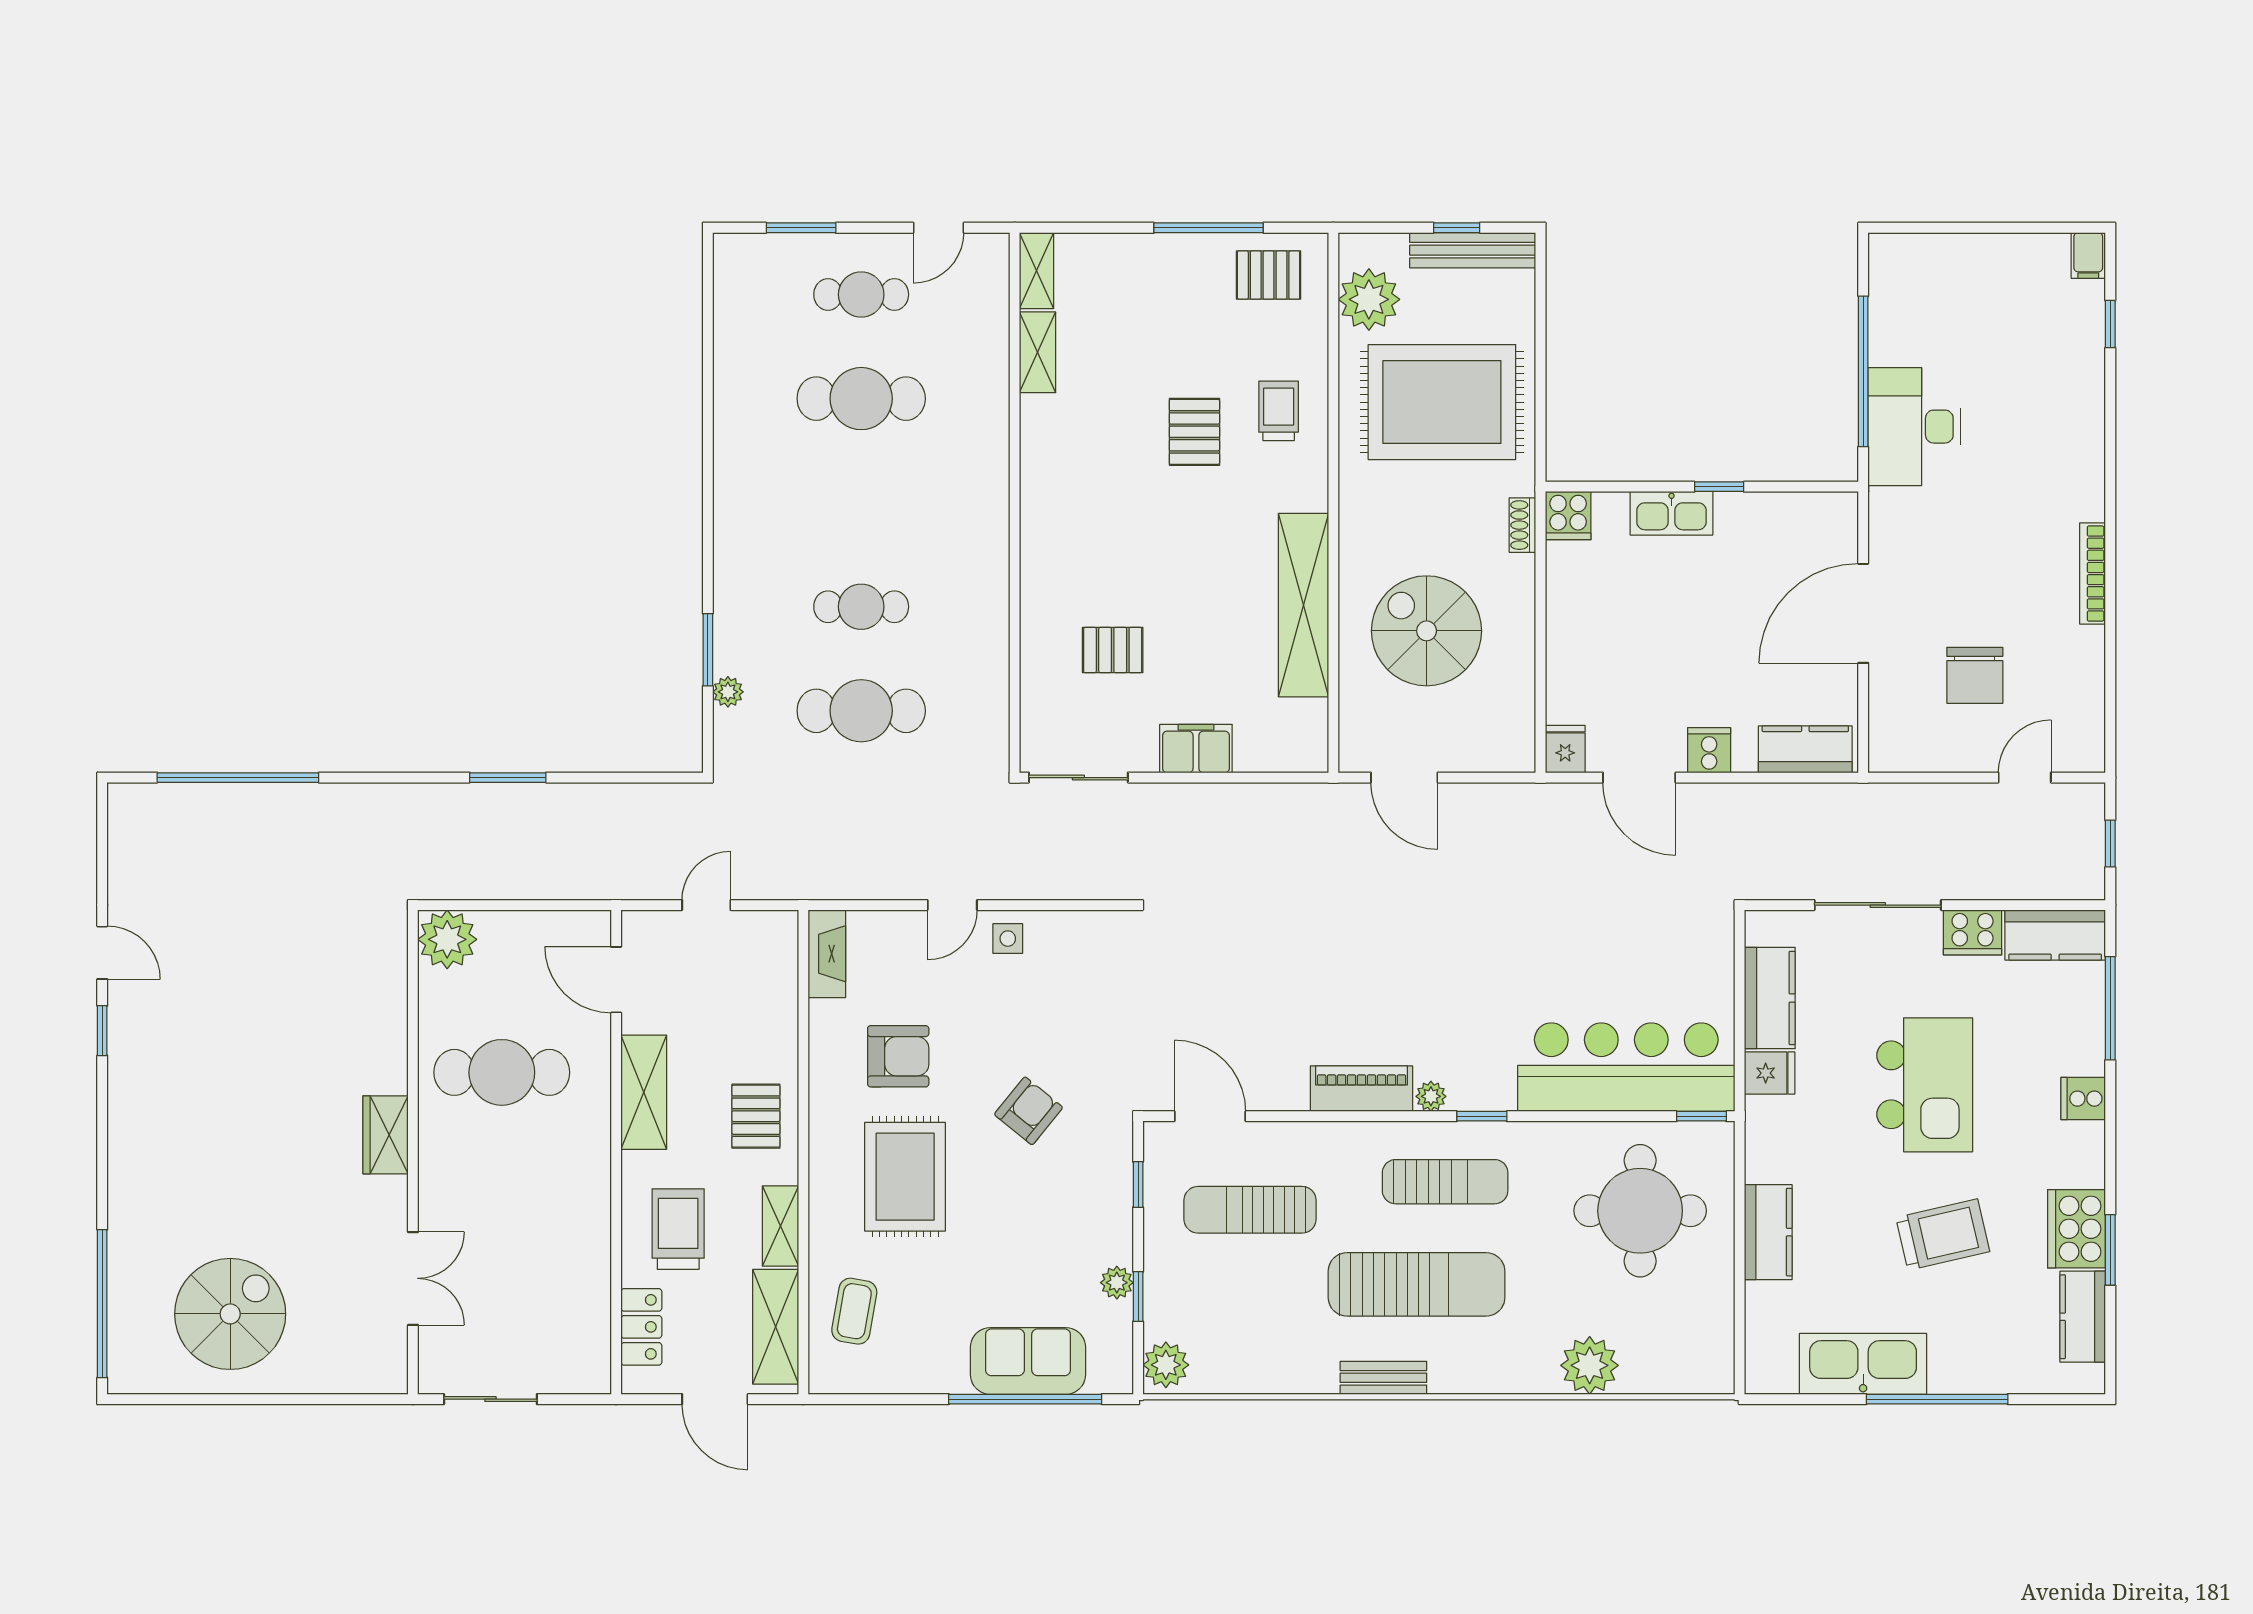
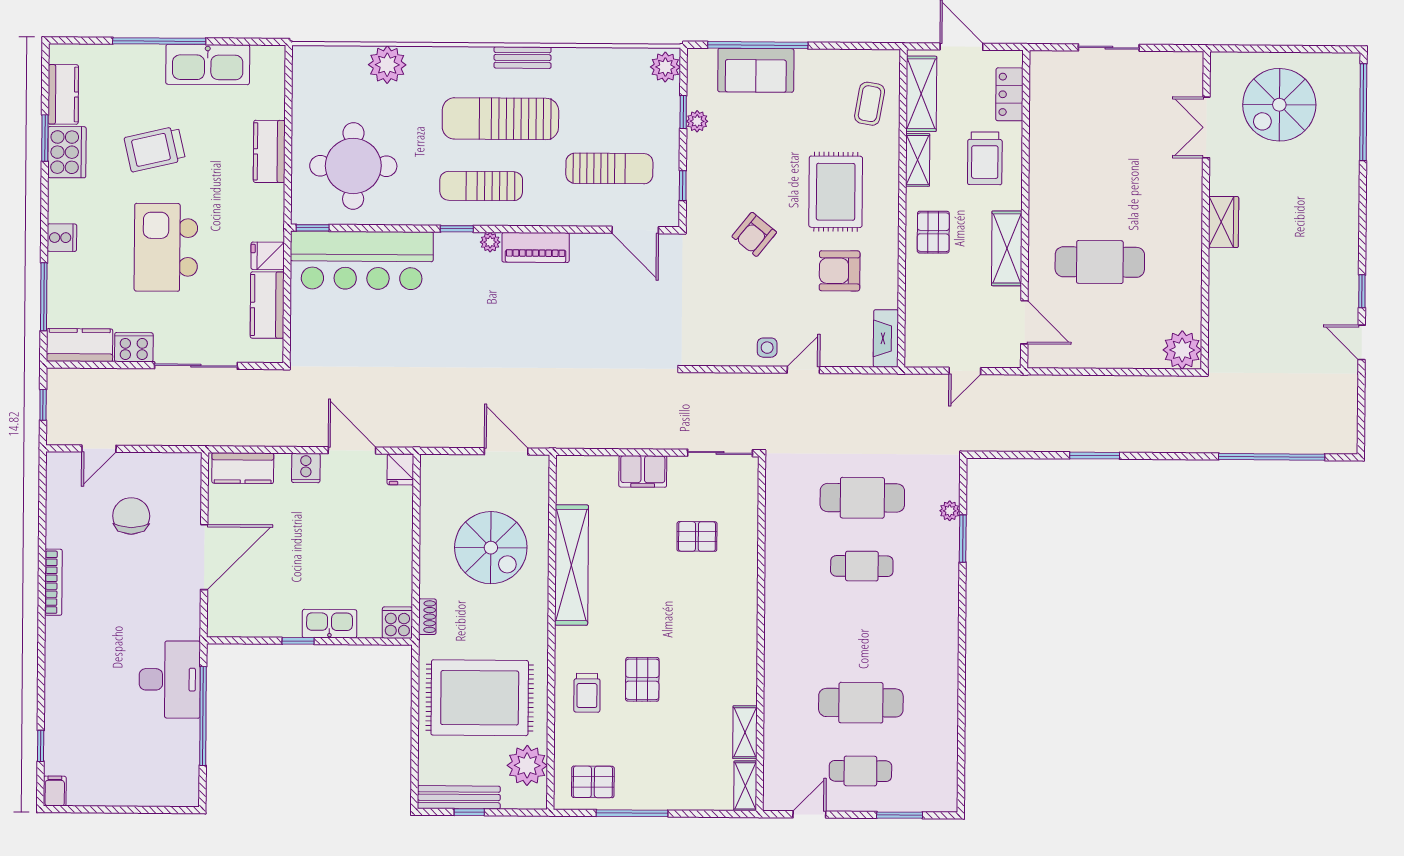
plant: (447, 939) -> (1182, 350), moved
wardrobe: (386, 1135) -> (1224, 222), moved
wall: (413, 1152) -> (1206, 210), moved
double door: (413, 1278) -> (1206, 127), moved

